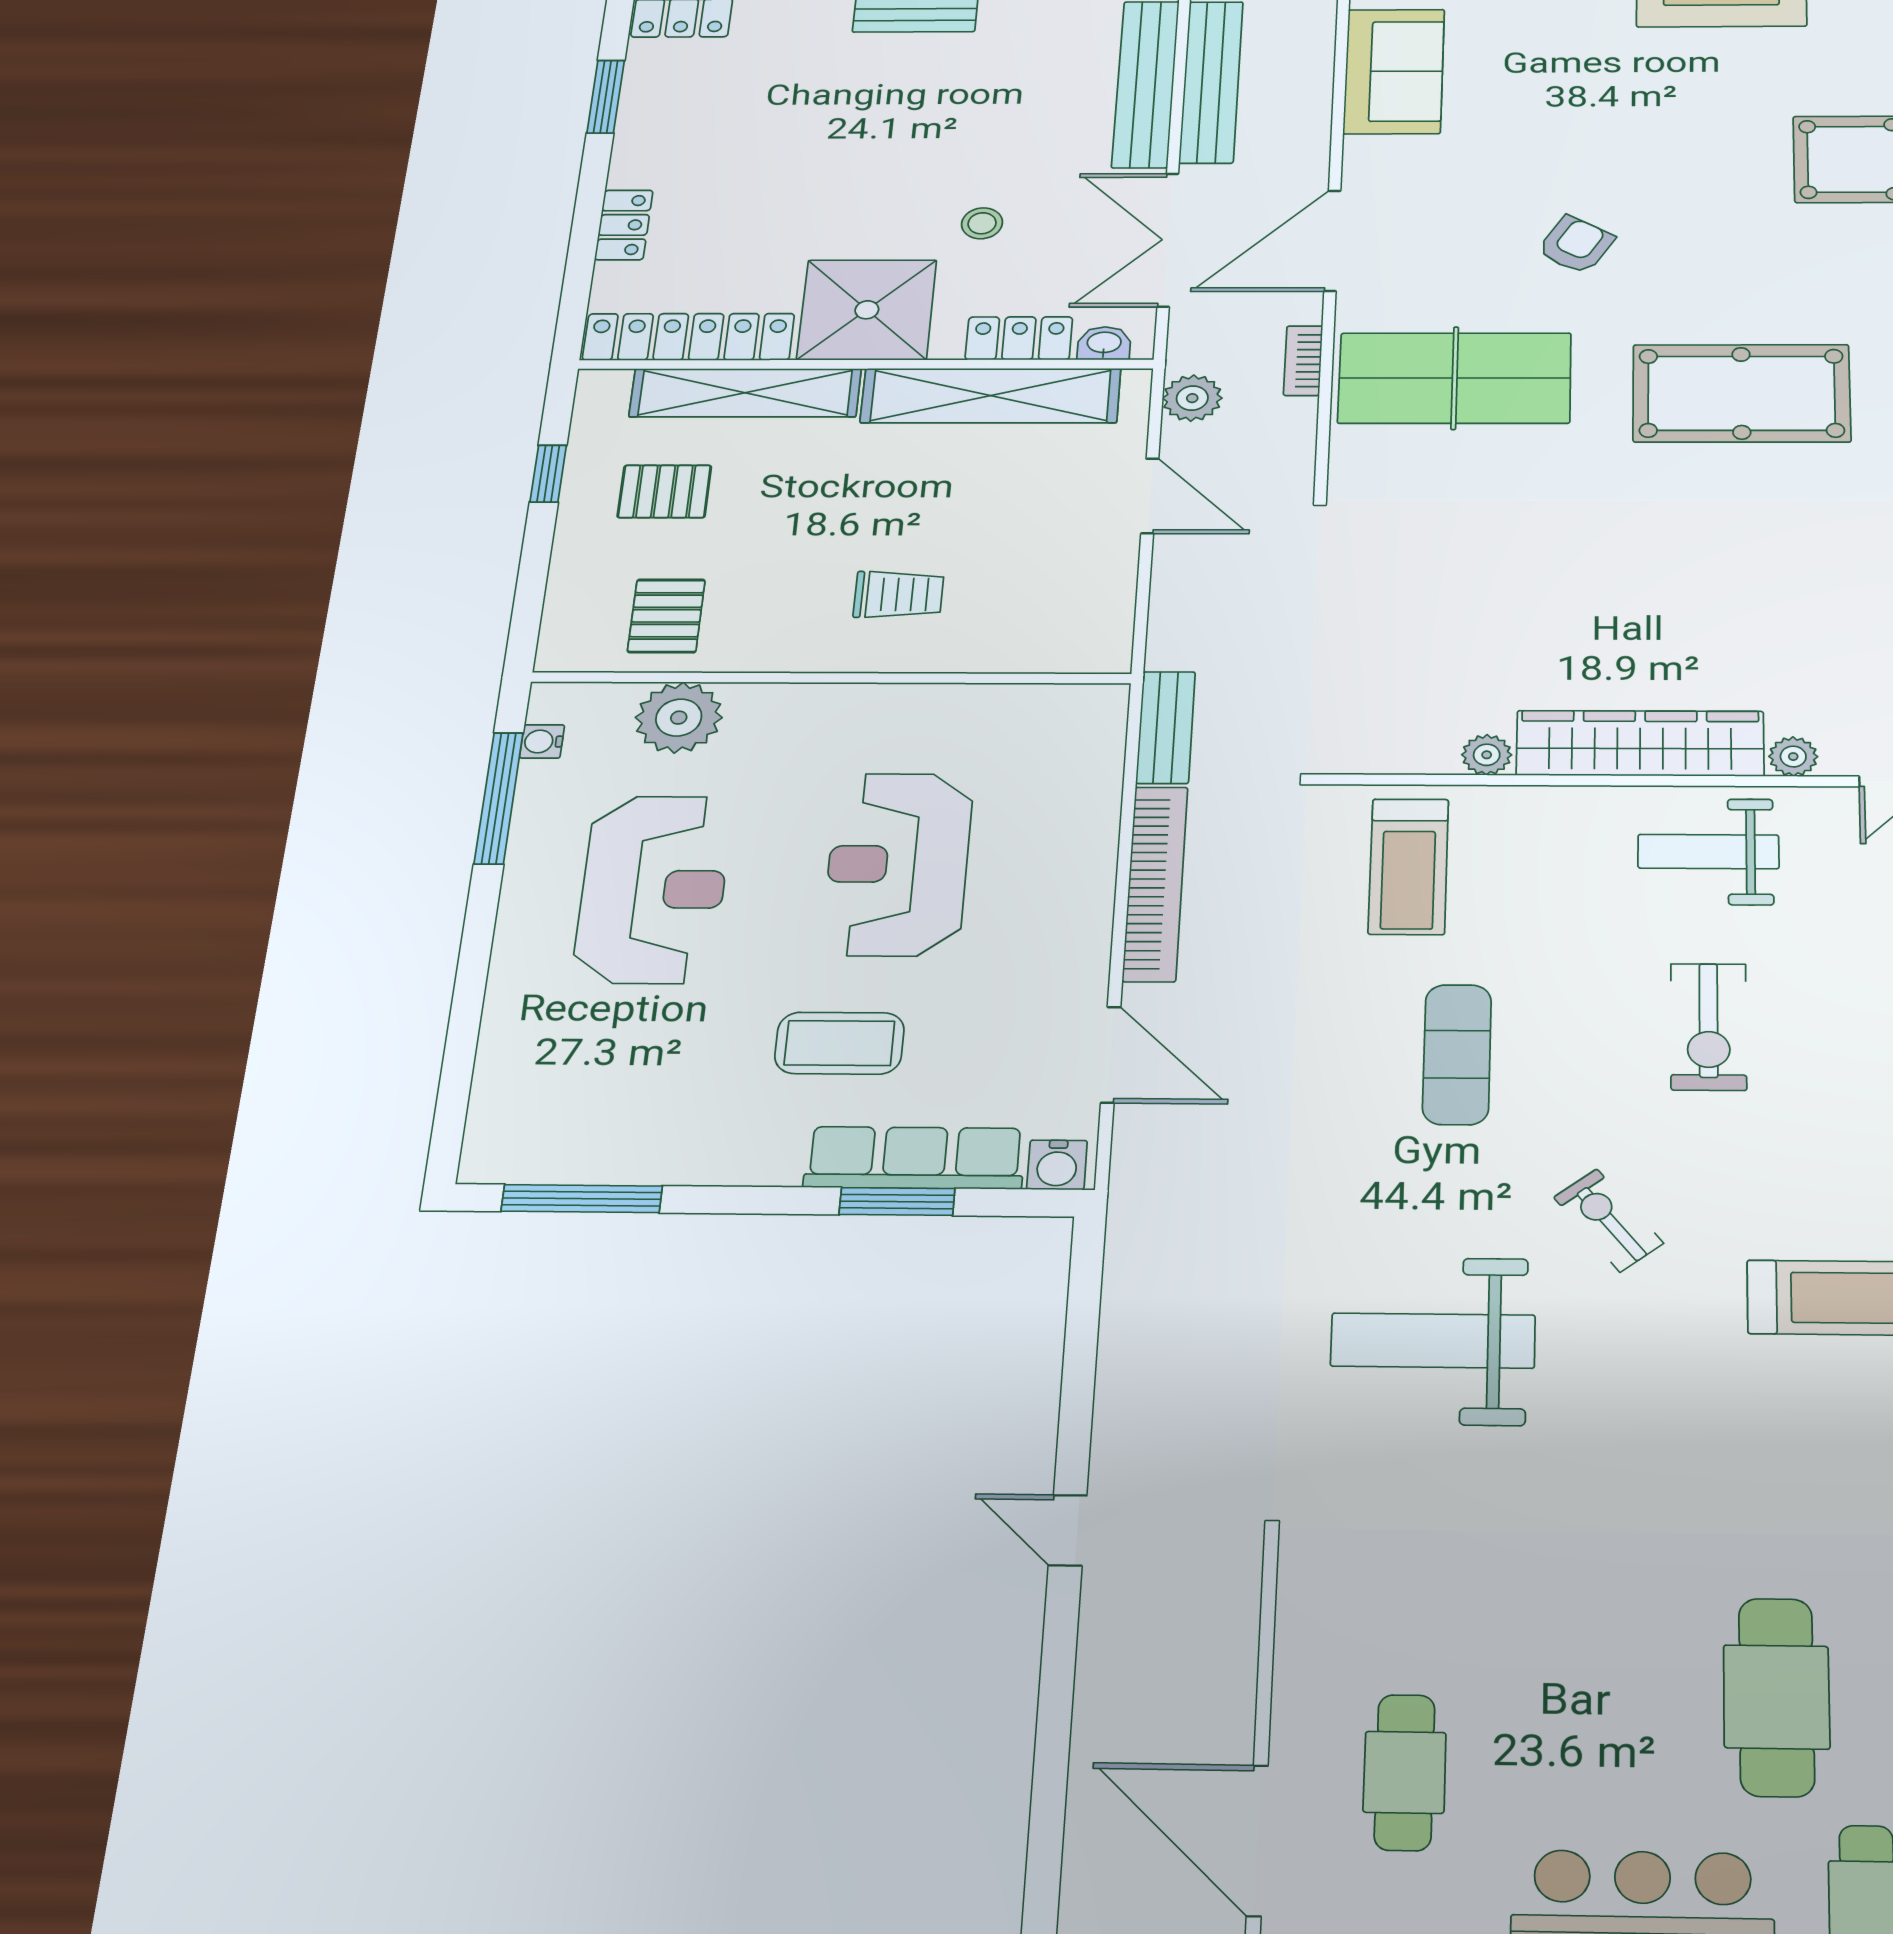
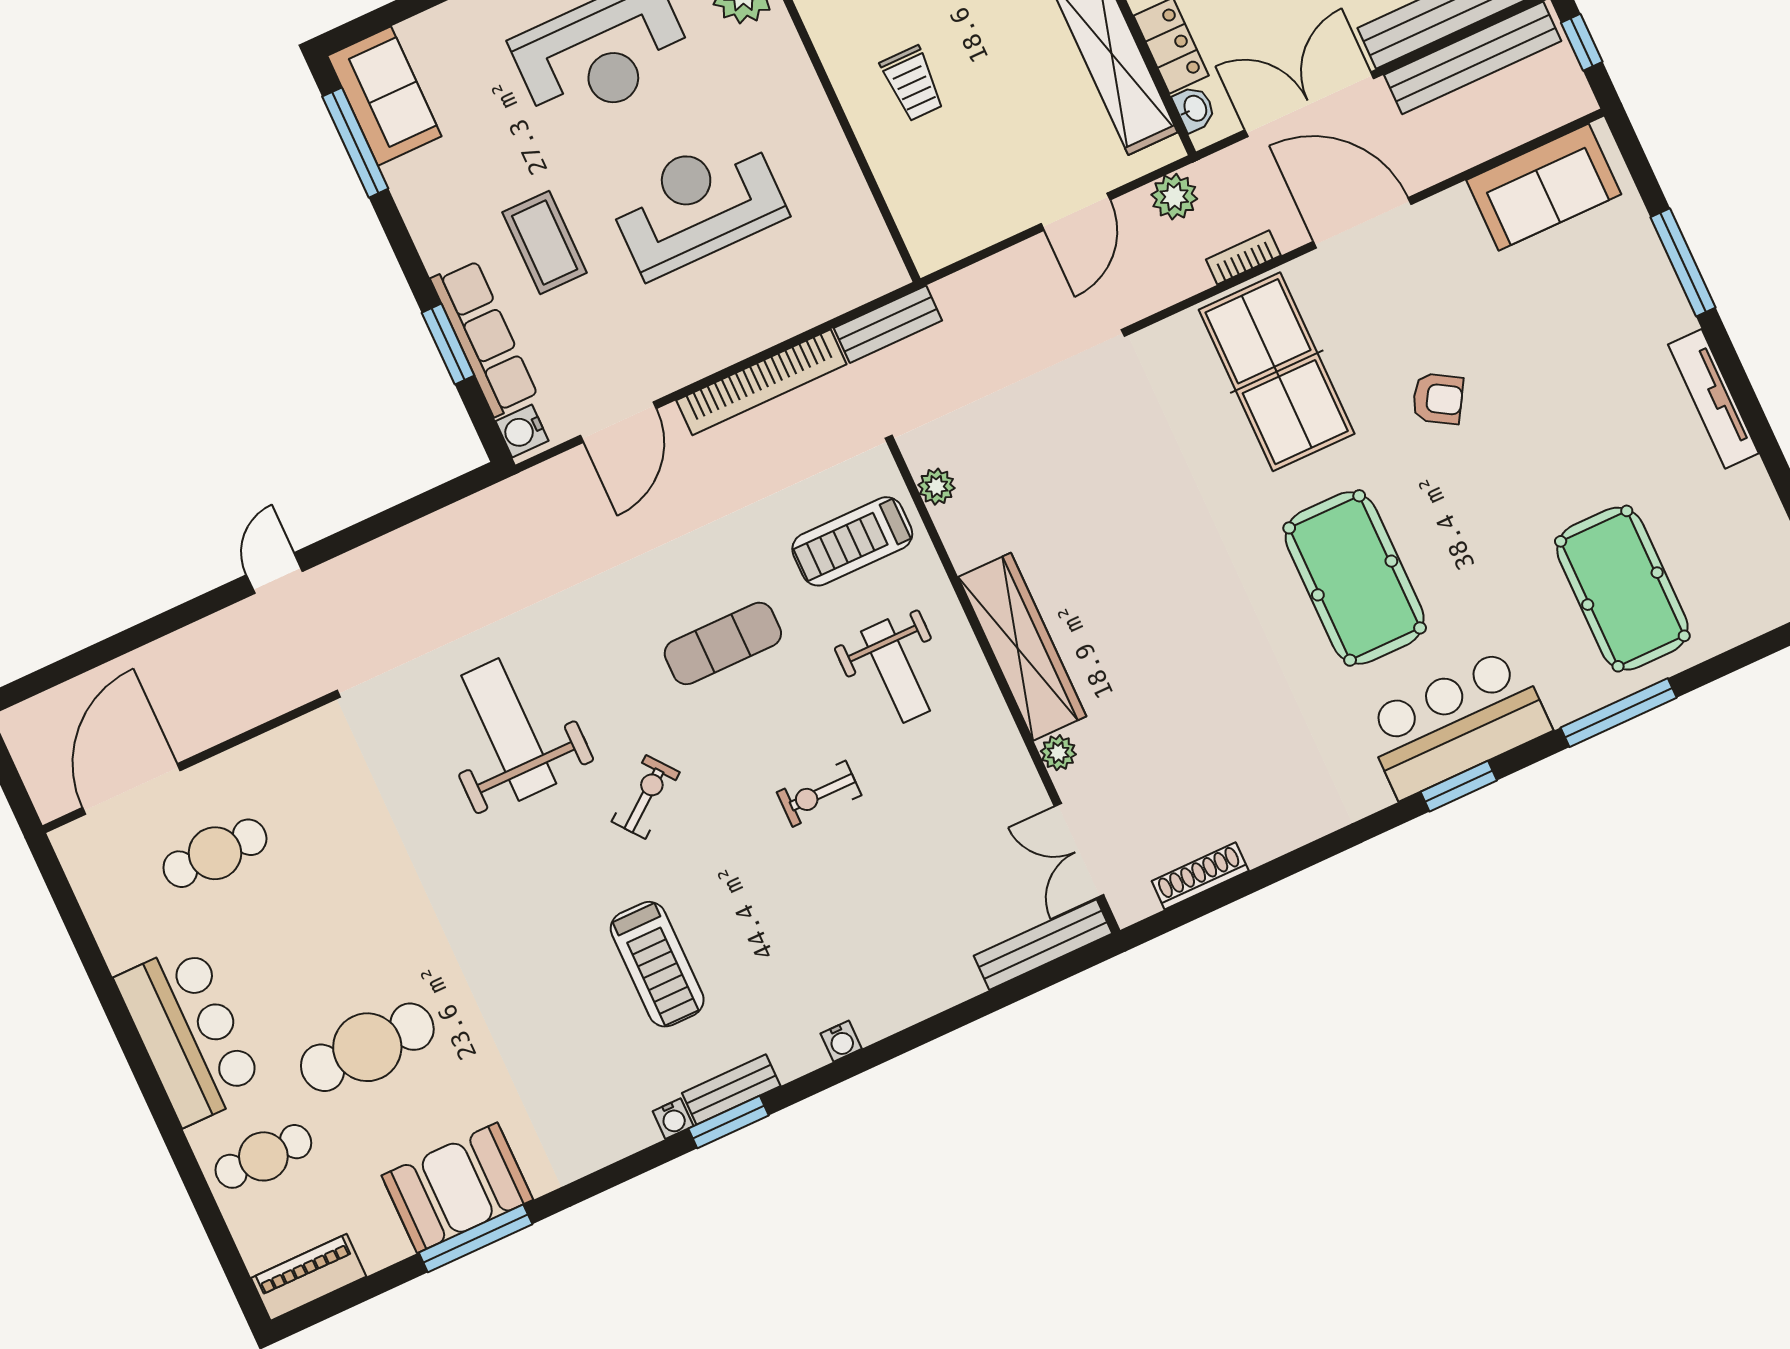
plant: (1487, 755) -> (936, 487), moved
weight bench: (1708, 852) -> (896, 671), moved, turned 180
exercise bike: (1709, 1027) -> (819, 794), width x0.73, depth x0.72
sofa: (547, 1142) -> (384, 96), added

